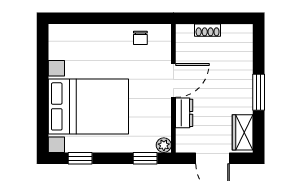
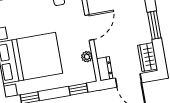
dresser: (184, 113) -> (105, 69), moved
plant: (164, 145) -> (87, 57), moved

